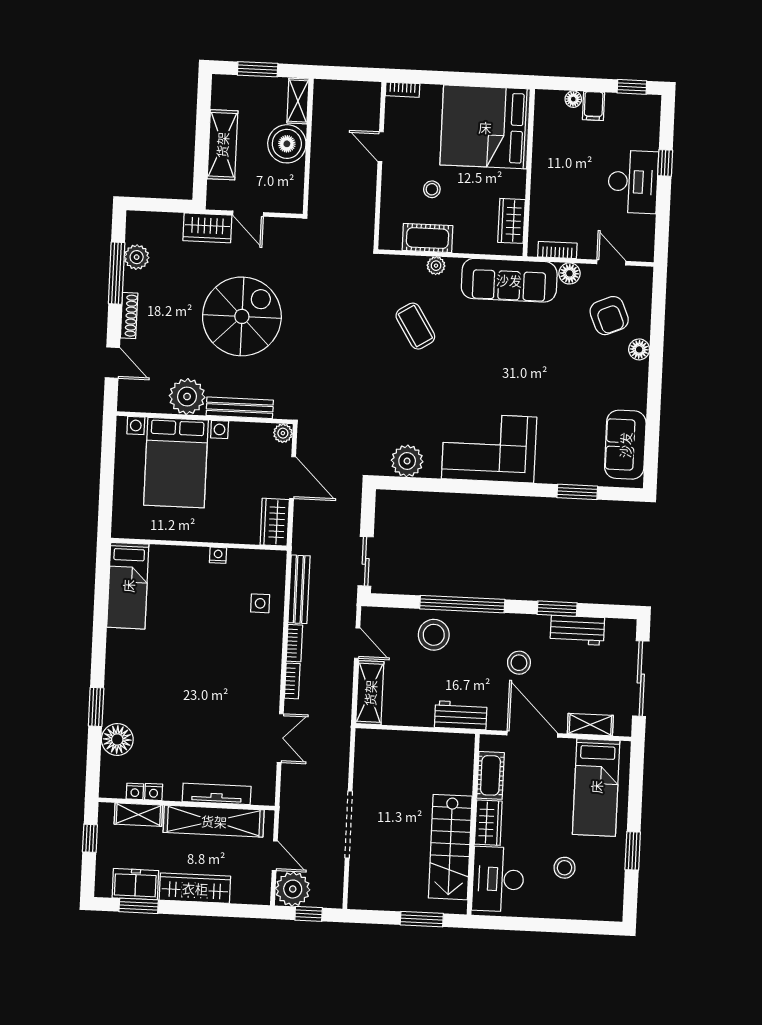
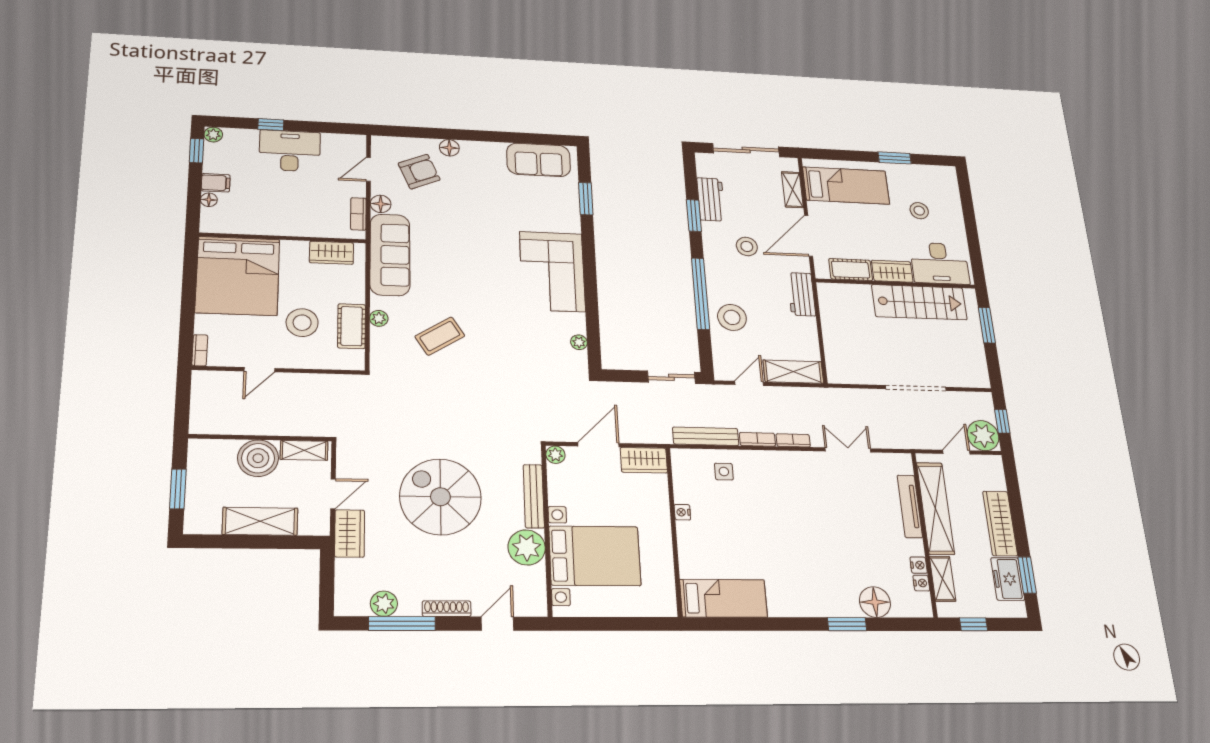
shelving: (298, 101) -> (304, 450), moved
plant: (652, 104) -> (213, 135), added
stool: (432, 189) -> (302, 323), width x1.89, depth x1.89
plant: (407, 461) -> (579, 342), width x0.53, depth x0.53

